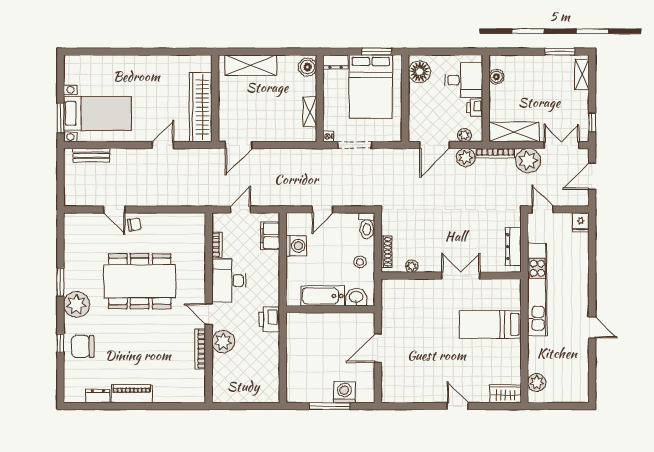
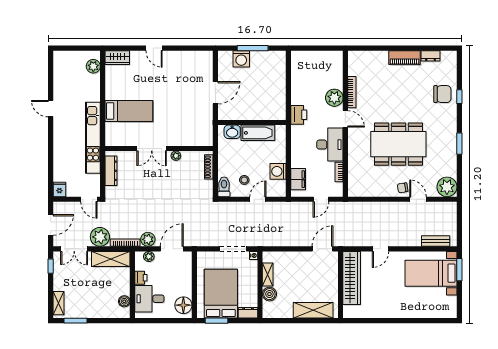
boiler: (308, 67) -> (269, 294), moved
stool: (360, 262) -> (244, 180), moved
plant: (412, 266) -> (176, 156), moved
plant: (77, 304) -> (447, 187), moved

